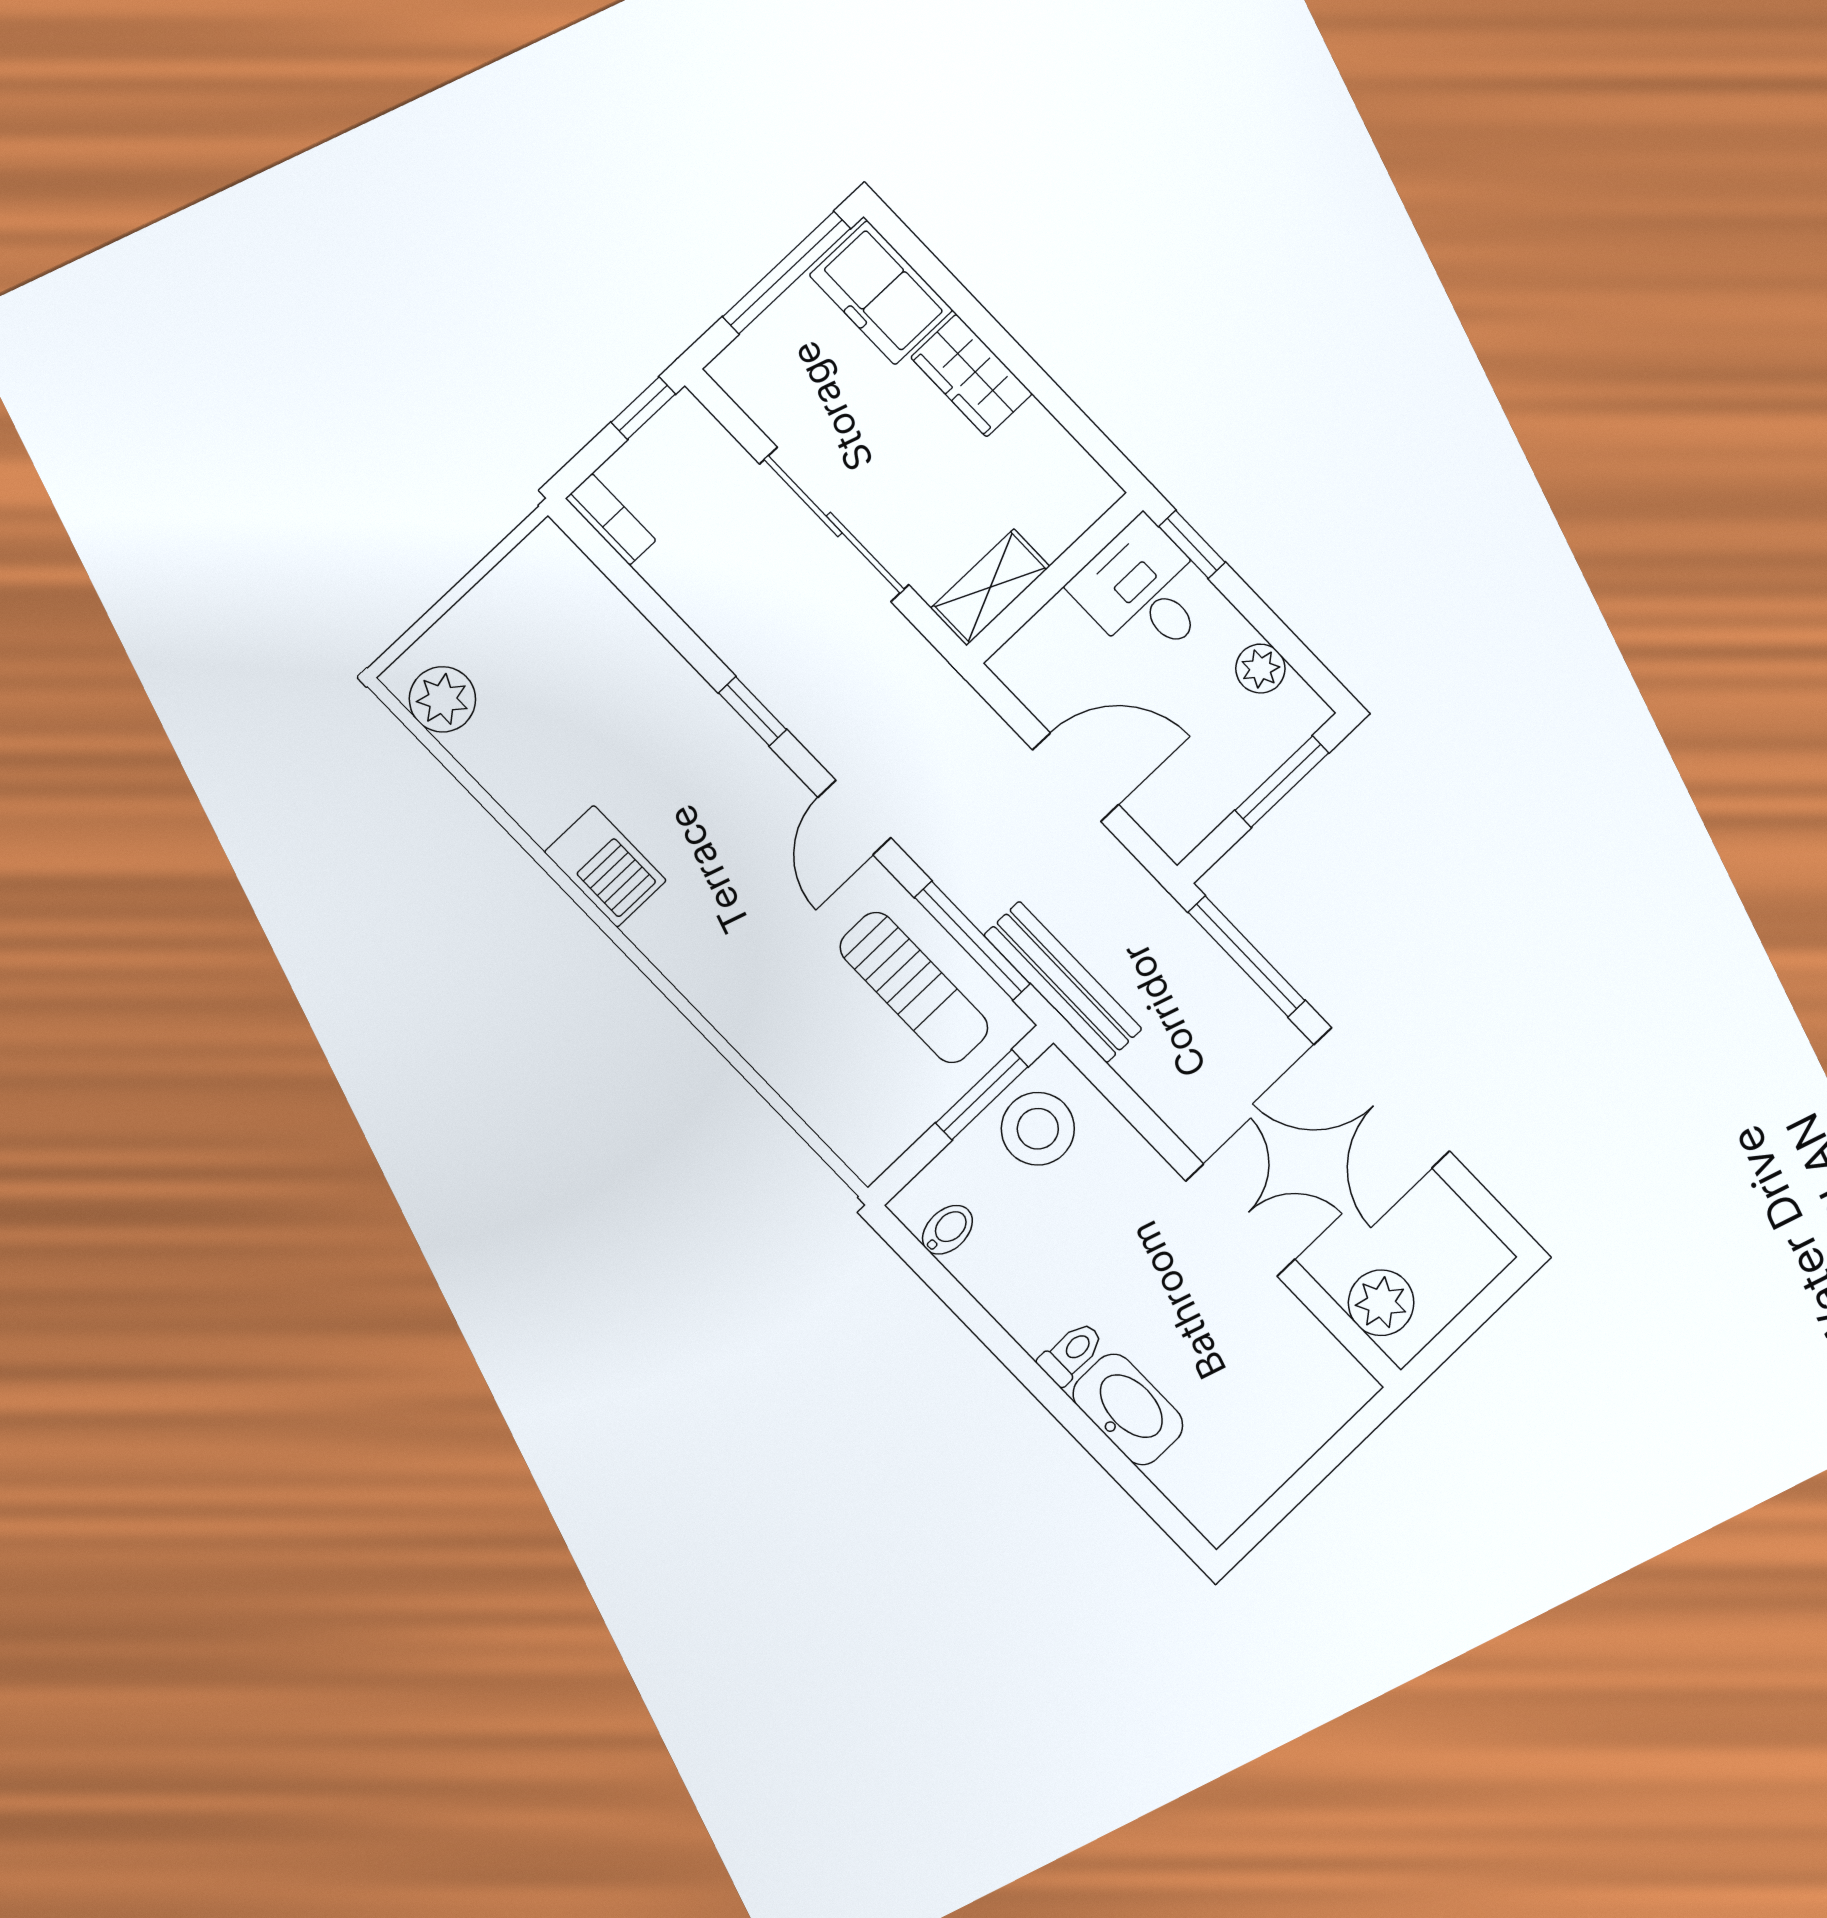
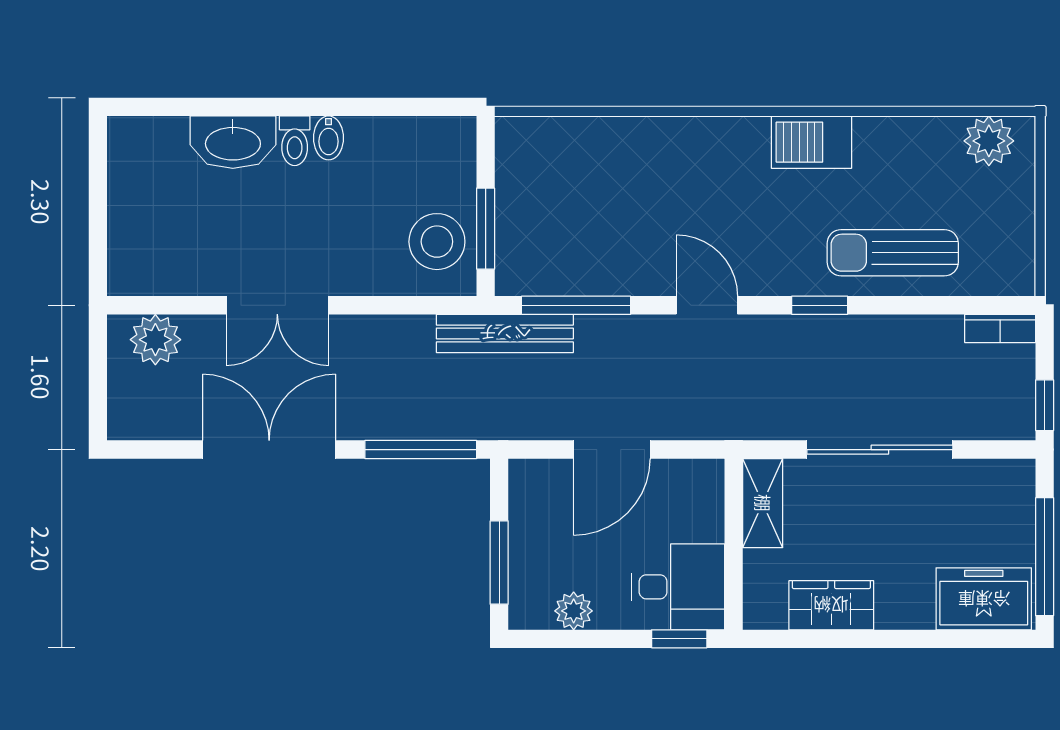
wardrobe: (972, 376) -> (831, 605), moved
sun lounger: (914, 988) -> (893, 253), moved
bidet: (947, 1230) -> (329, 138), moved

